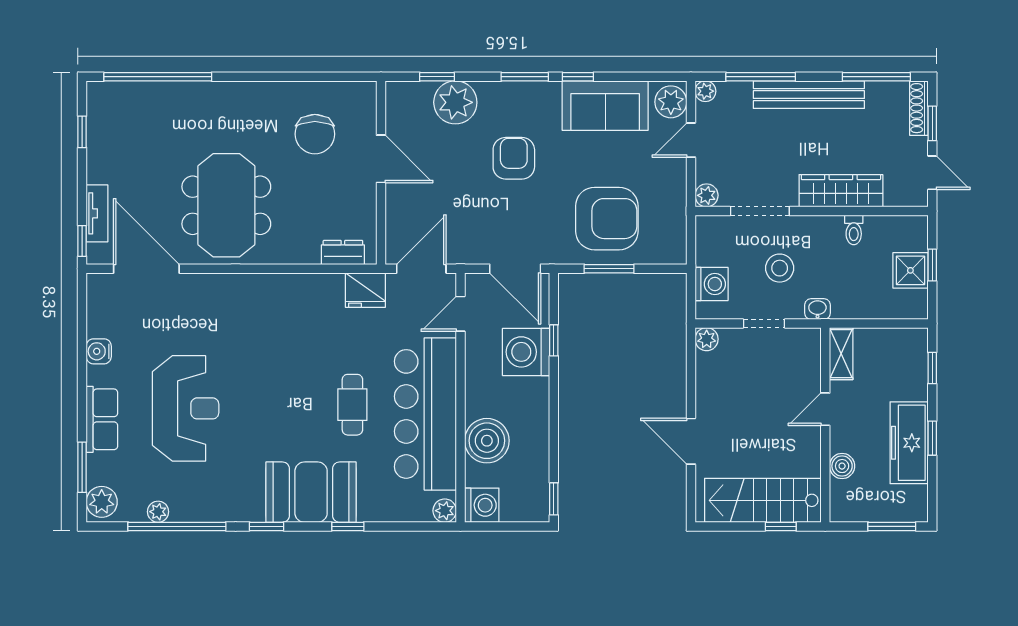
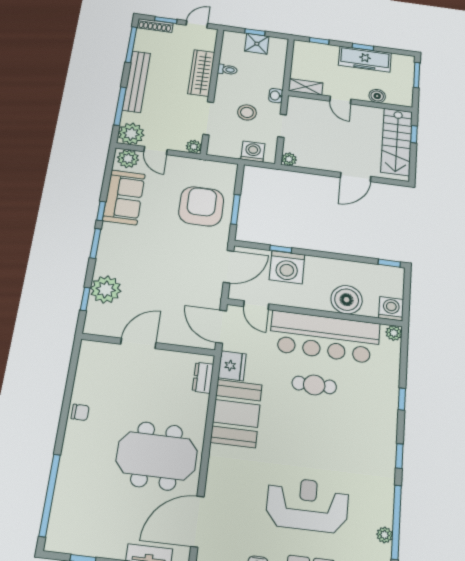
plant: (705, 91) -> (131, 134), width x1.88, depth x1.88
chair: (315, 134) -> (80, 412), moved, width x0.54, depth x0.54
armchair: (514, 158) -> (151, 258), removed
booth: (311, 492) -> (236, 413), moved

